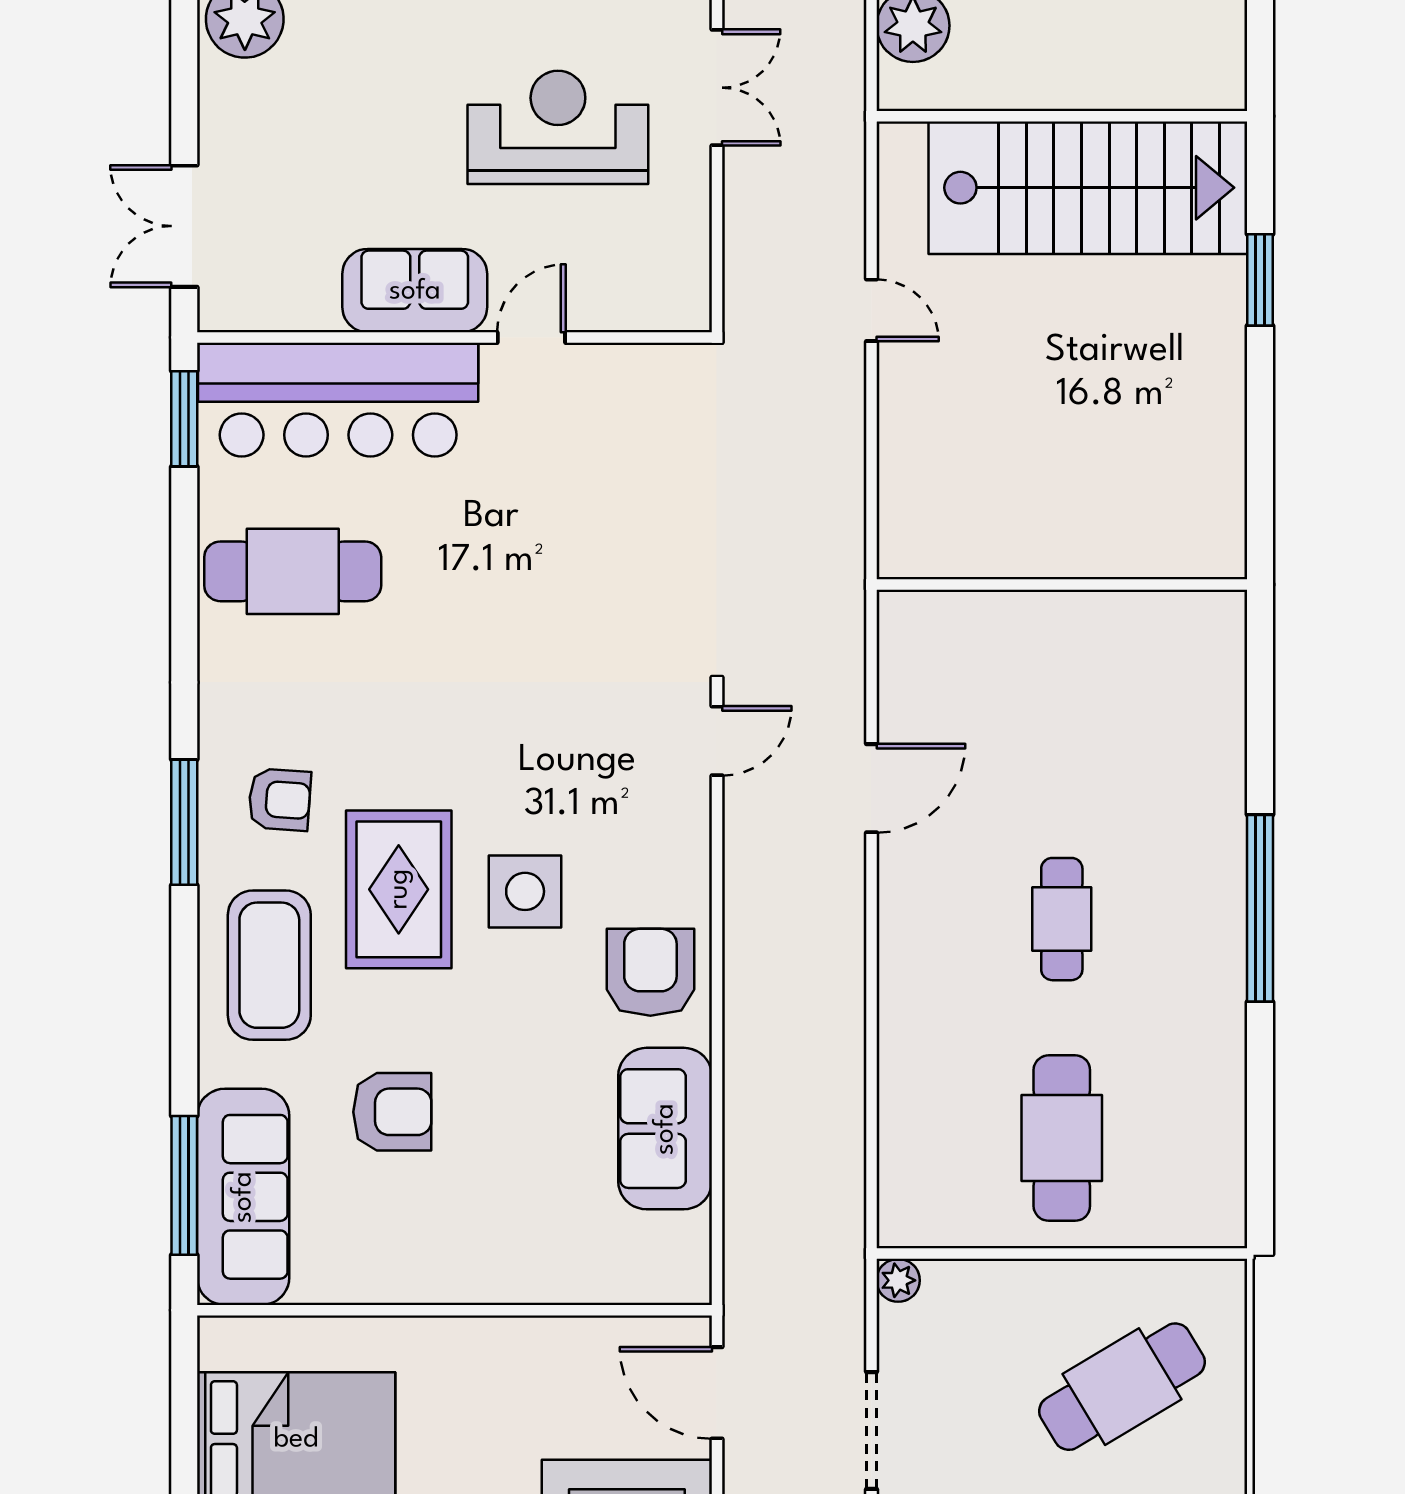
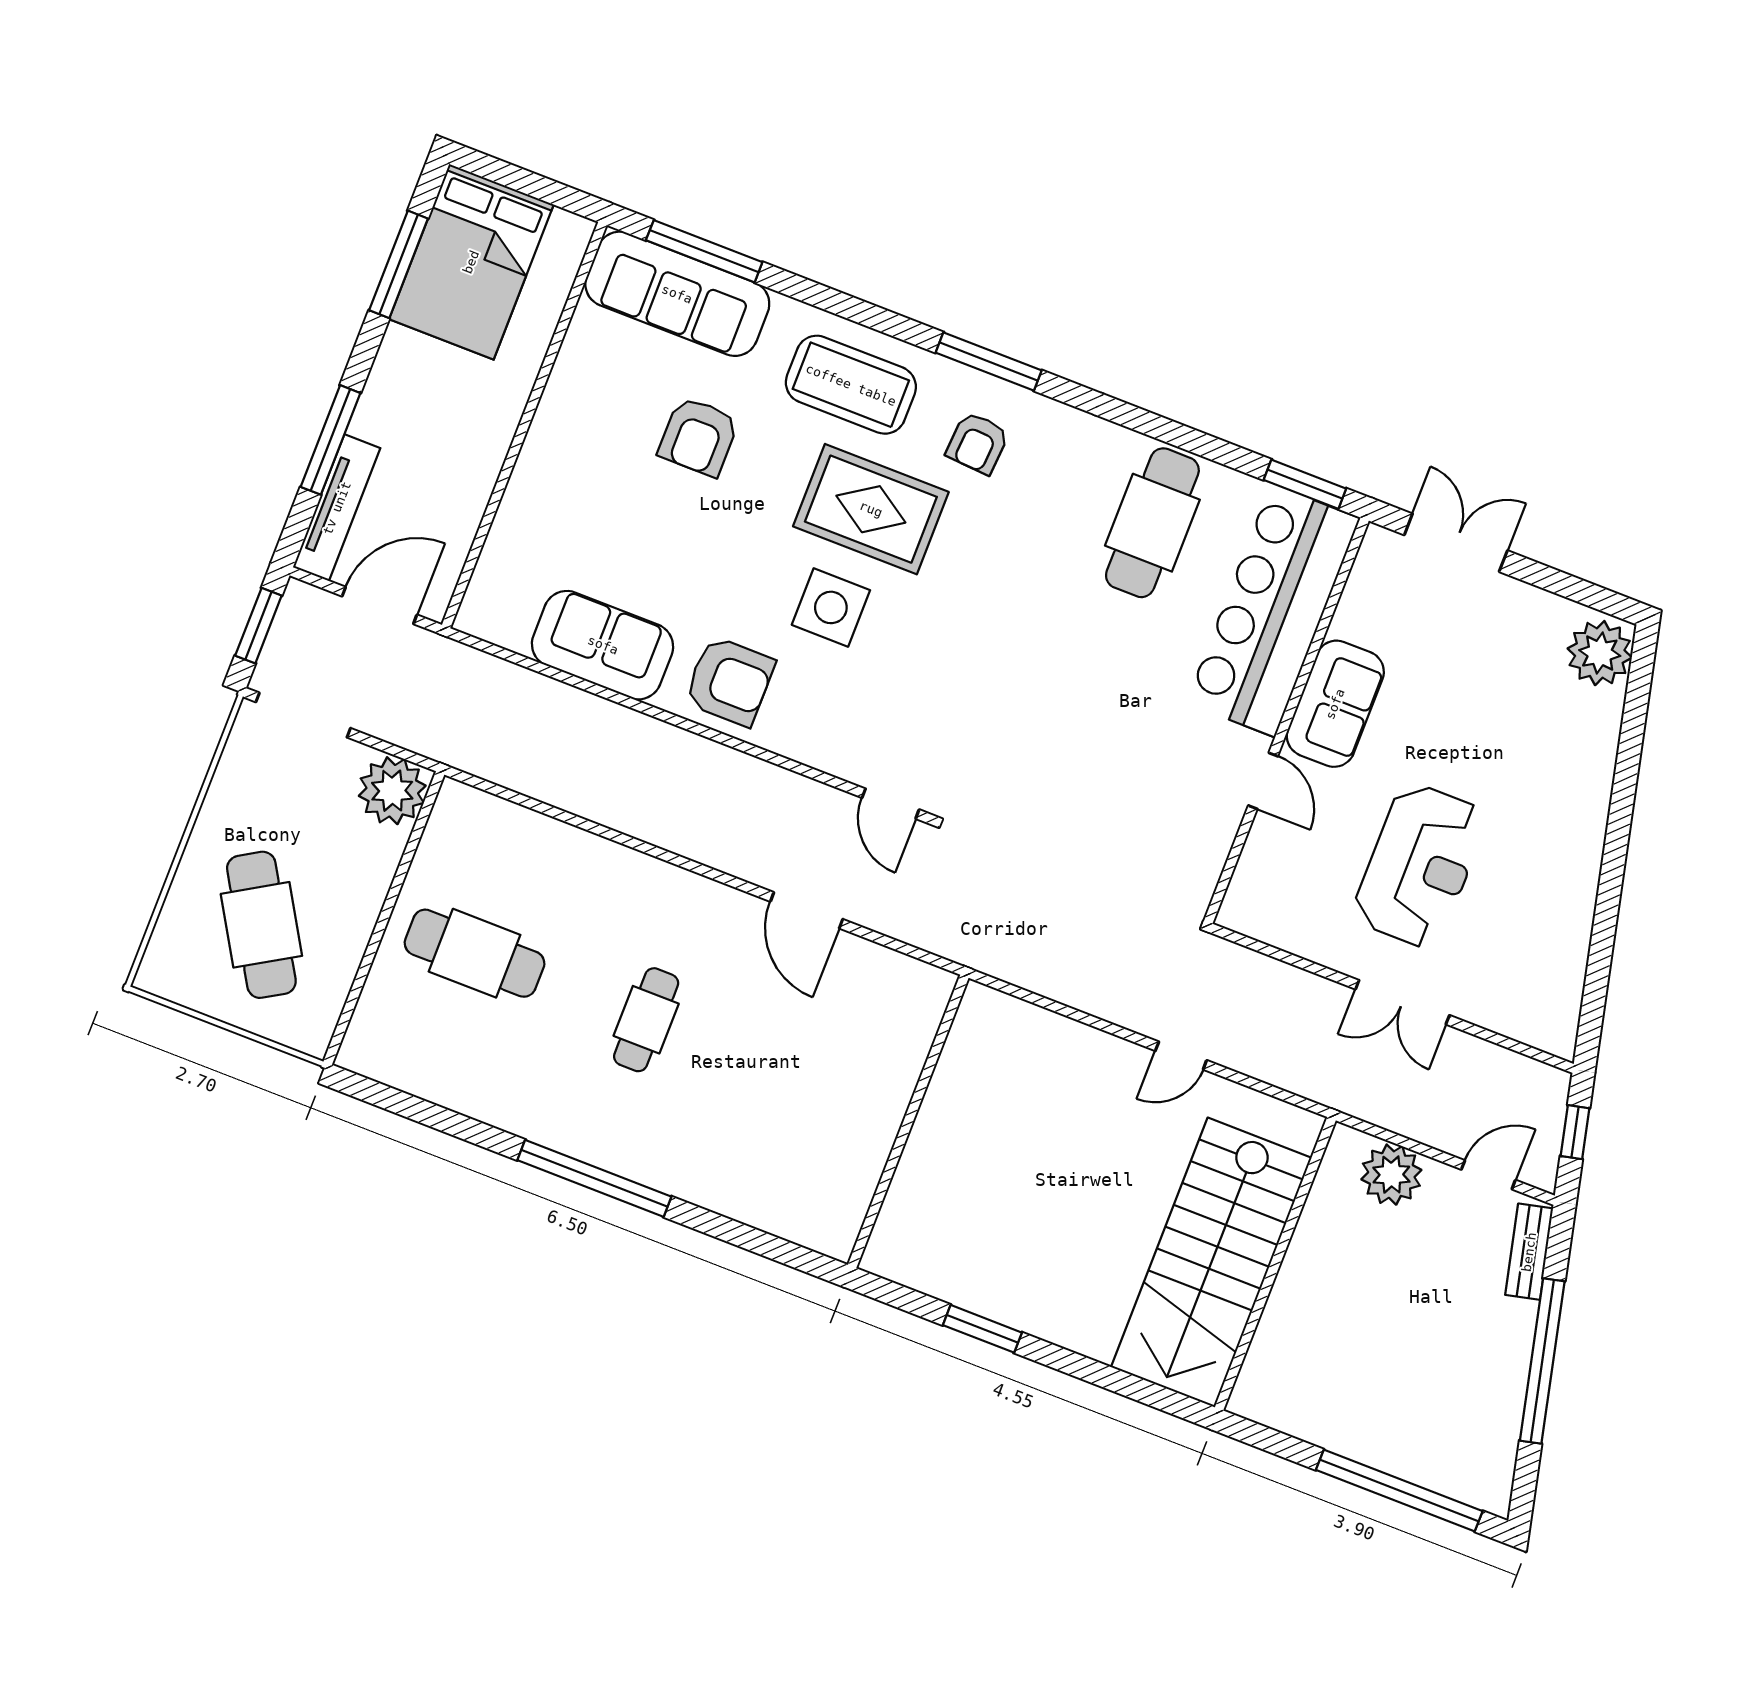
window: (1260, 280) -> (982, 1329), moved
cafe table: (1062, 919) -> (646, 1020), turned 90
plant: (898, 1280) -> (392, 791), width x1.88, depth x1.88

